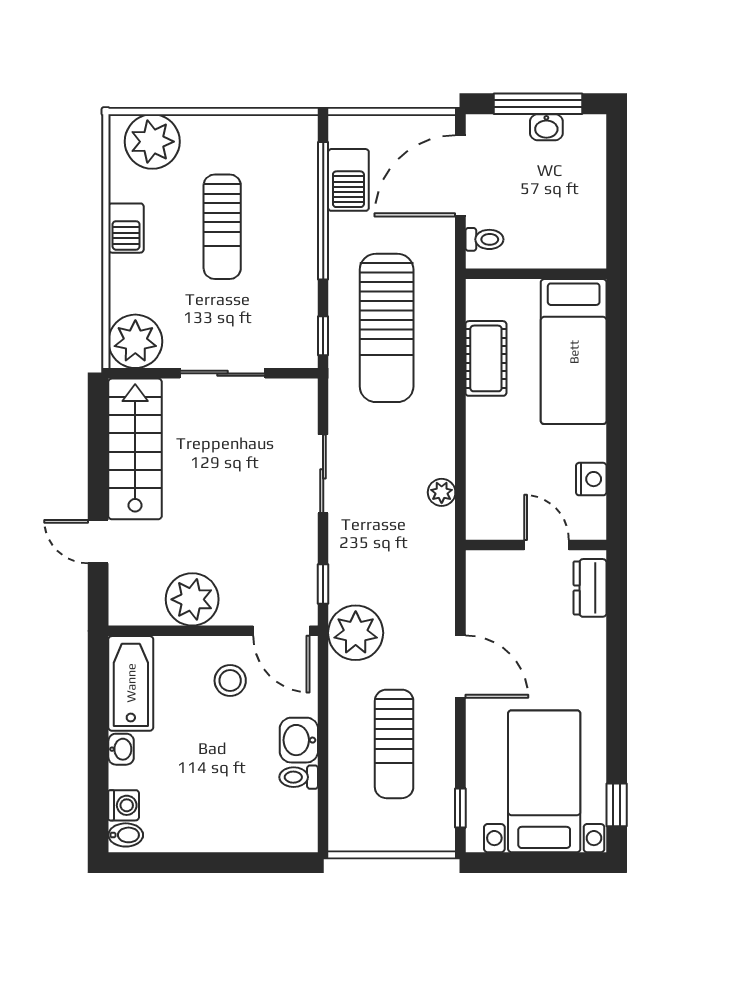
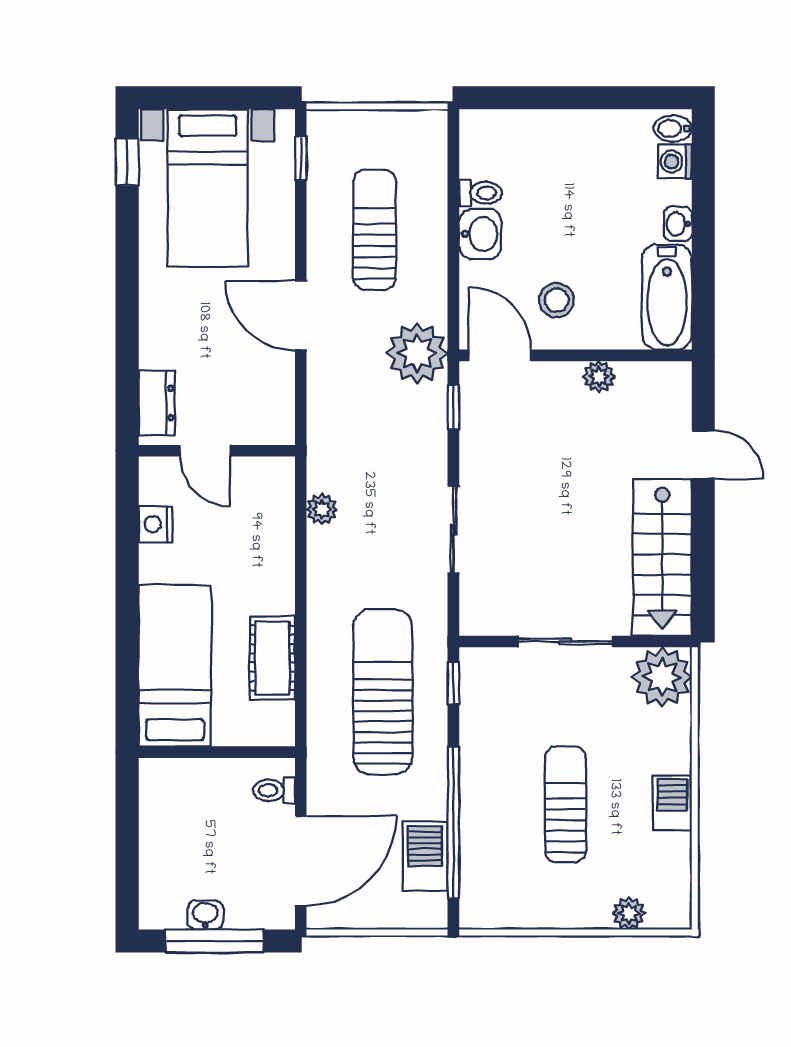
plant: (152, 142) -> (629, 913), width x0.53, depth x0.53
plant: (192, 599) -> (599, 377), width x0.53, depth x0.53

